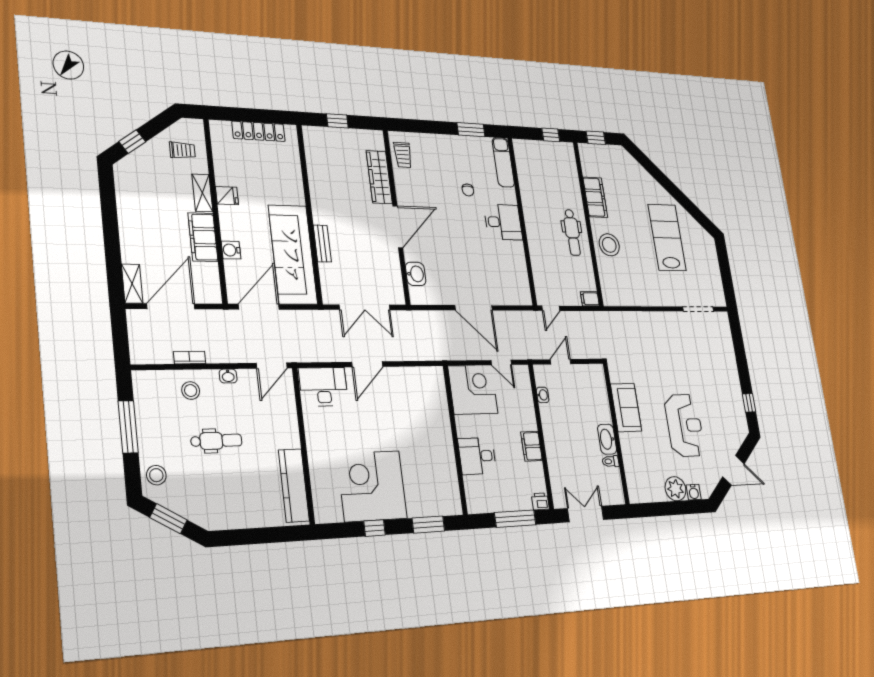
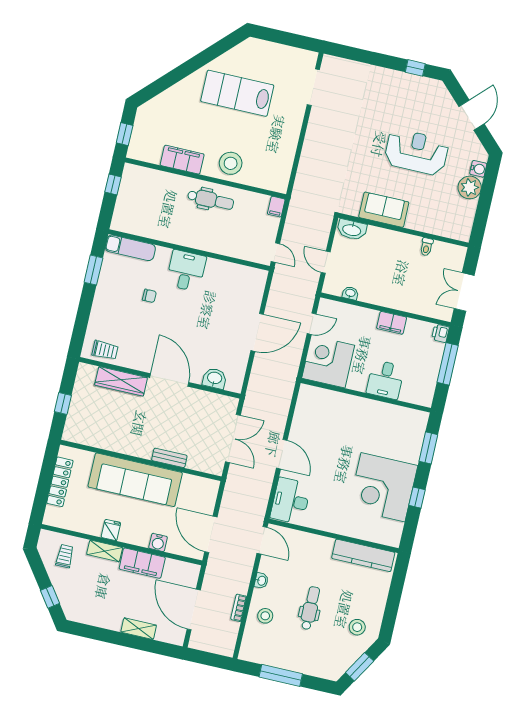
sofa: (293, 255) -> (135, 480), moved
shelving: (132, 284) -> (139, 629), moved
washbasin: (607, 439) -> (352, 230), moved
stool: (156, 475) -> (357, 627), moved

